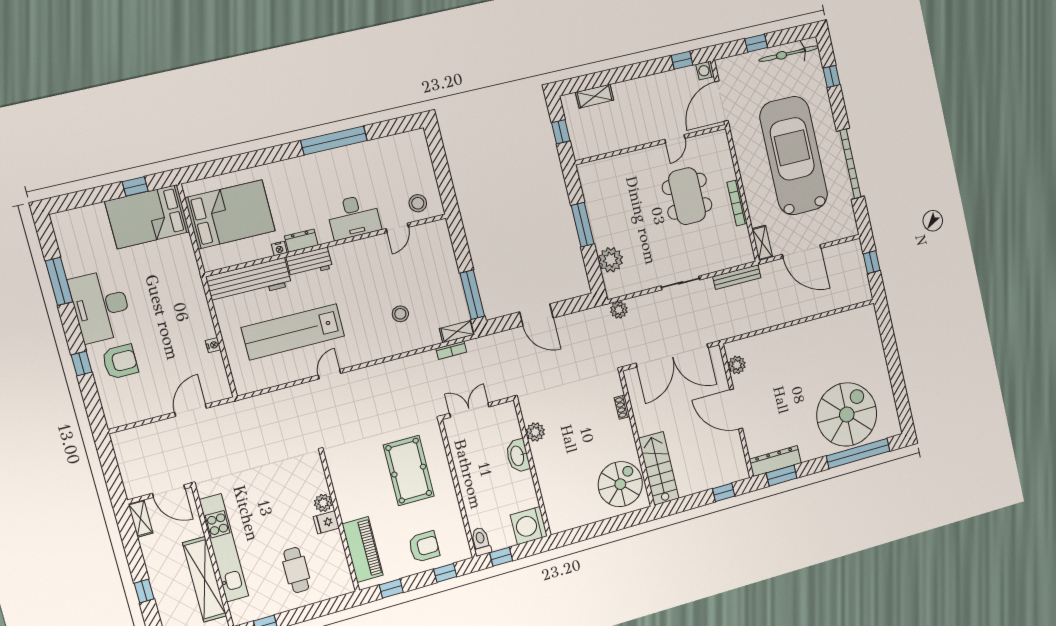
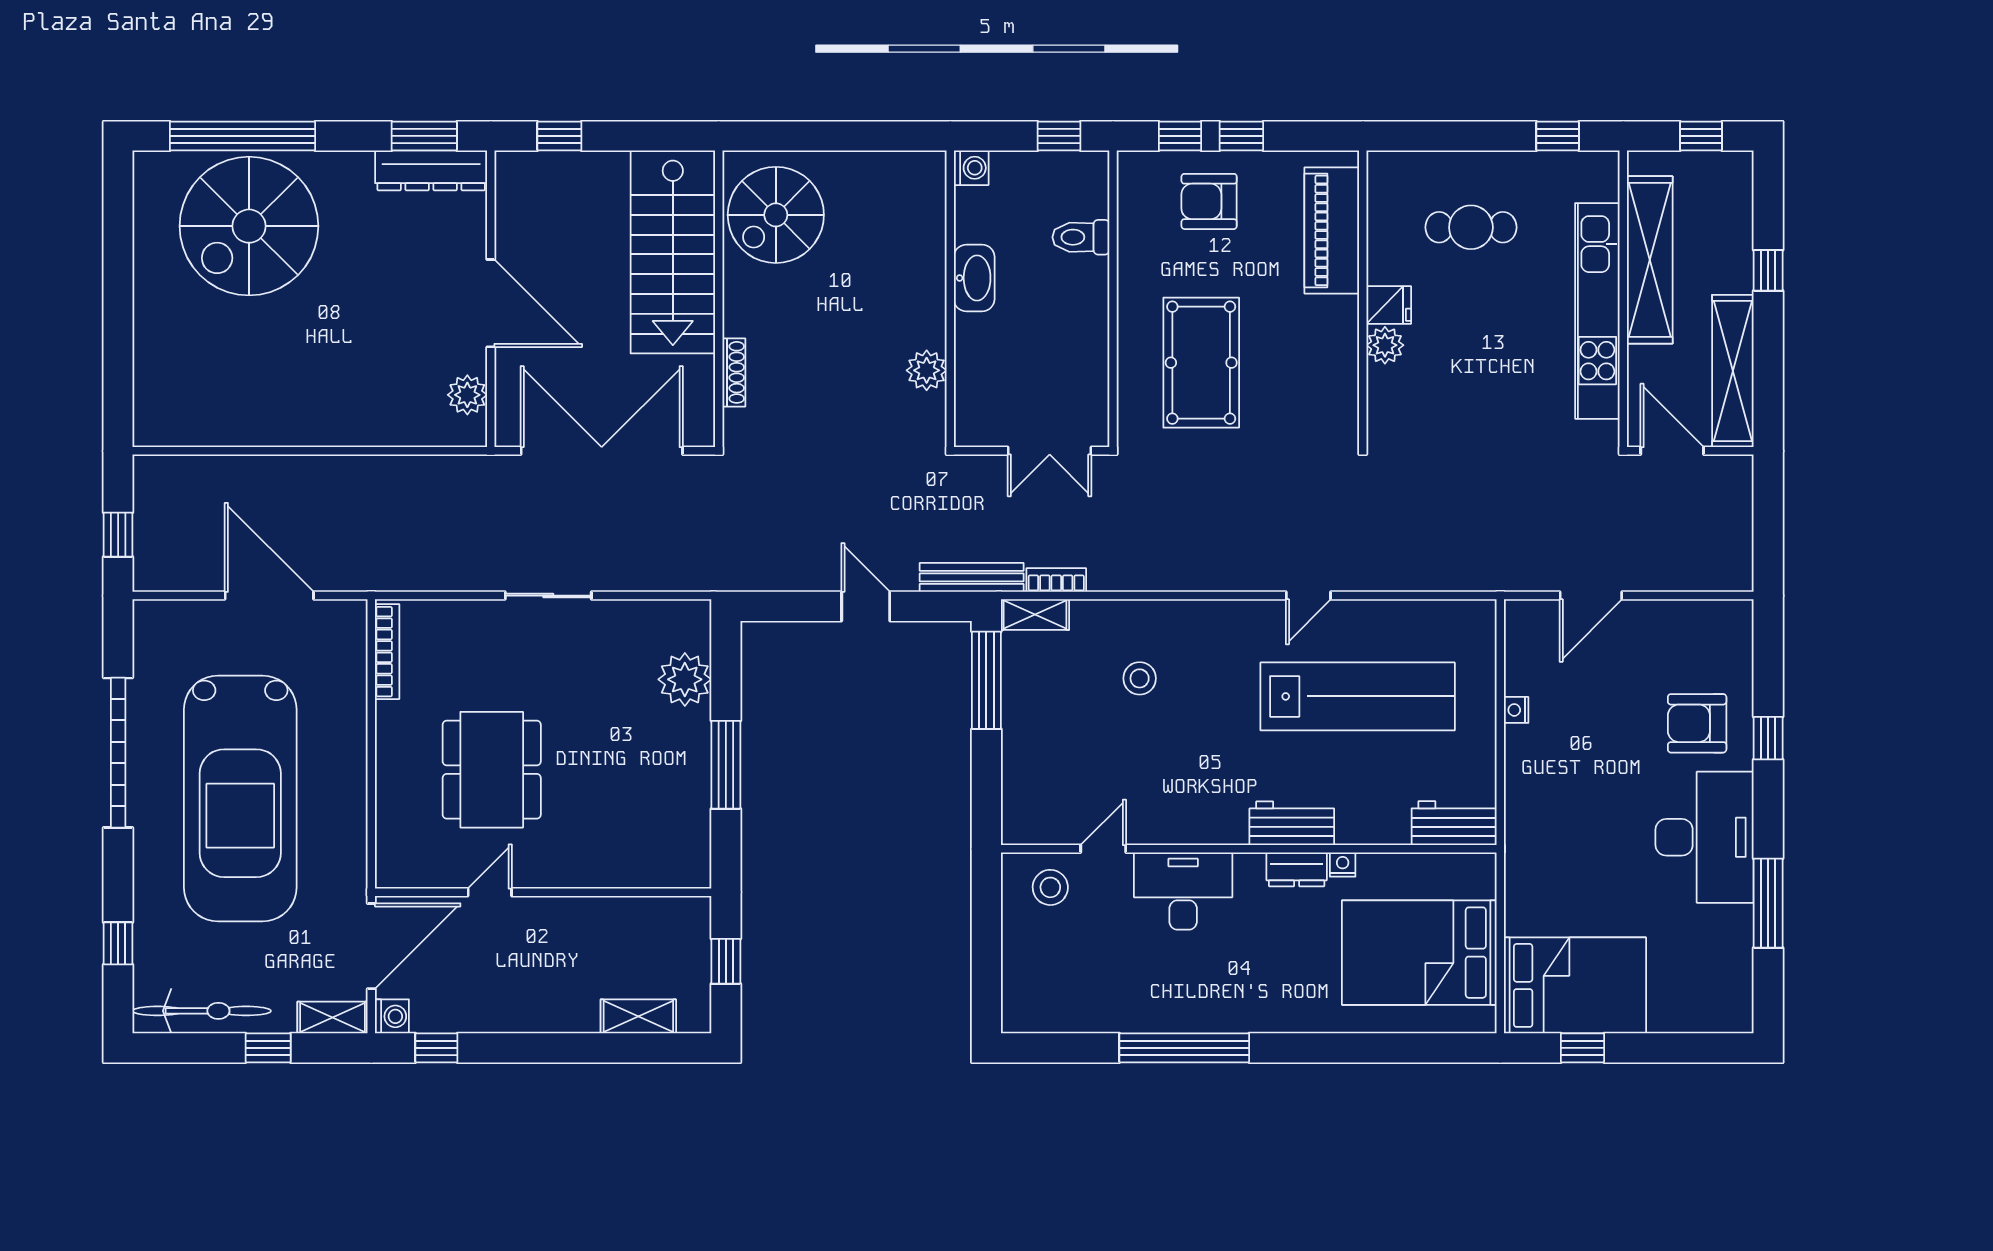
bookcase: (737, 203) -> (387, 652), moved
shelving: (762, 243) -> (332, 1018), moved, turned 90
bench: (737, 277) -> (972, 577), moved
workbench: (249, 281) -> (1454, 823), width x0.53, depth x0.76
plant: (619, 310) -> (692, 573), removed
door: (536, 315) -> (866, 606), width x0.73
shoe rack: (622, 407) -> (734, 372), width x1.43
washbasin: (518, 456) -> (974, 278), moved
stairs: (659, 468) -> (673, 252), width x1.36, depth x1.51
shelving: (141, 518) -> (1733, 371), width x2.20, depth x1.33
washing machine: (529, 526) -> (971, 168), width x0.53, depth x0.53
toilet: (481, 541) -> (1081, 237), moved, turned 90
cafe table: (296, 570) -> (1471, 227), turned 90
window: (391, 589) -> (1241, 136), moved

